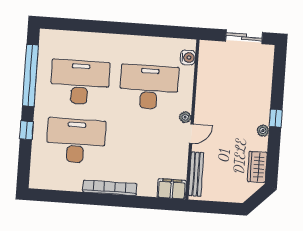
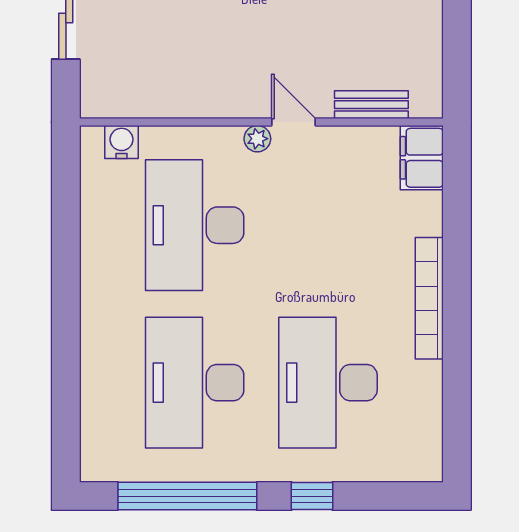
bench: (196, 174) -> (371, 105), width x0.73

